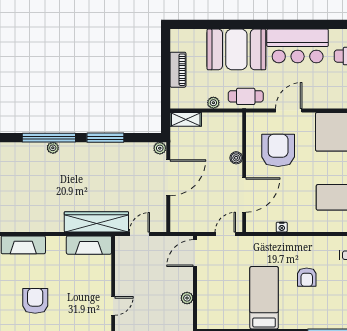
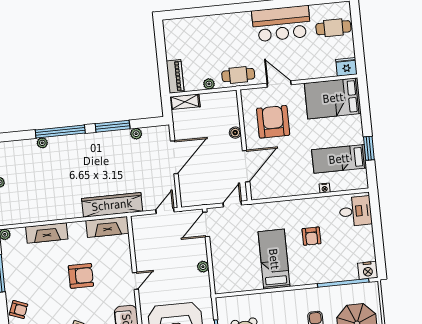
booth: (236, 49) -> (225, 33), removed
piano: (178, 70) -> (175, 76), moved
door: (289, 110) -> (279, 84), hinge flipped
plant: (53, 148) -> (42, 143), moved
plant: (160, 148) -> (136, 134), moved
nightstand: (282, 227) -> (325, 188), moved
door: (139, 234) -> (165, 211), moved
armchair: (35, 301) -> (81, 276), moved, turned 90

